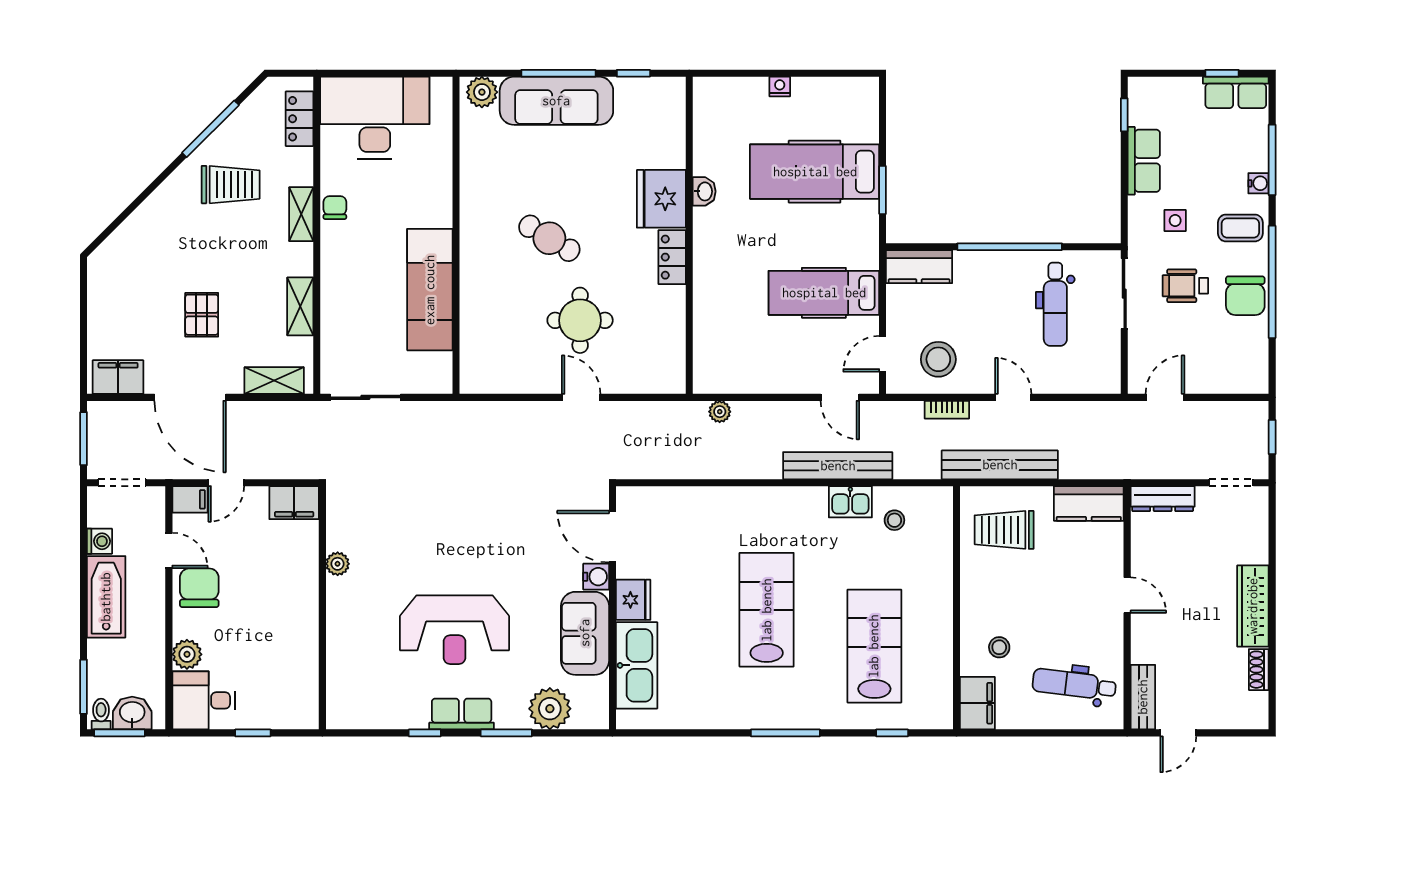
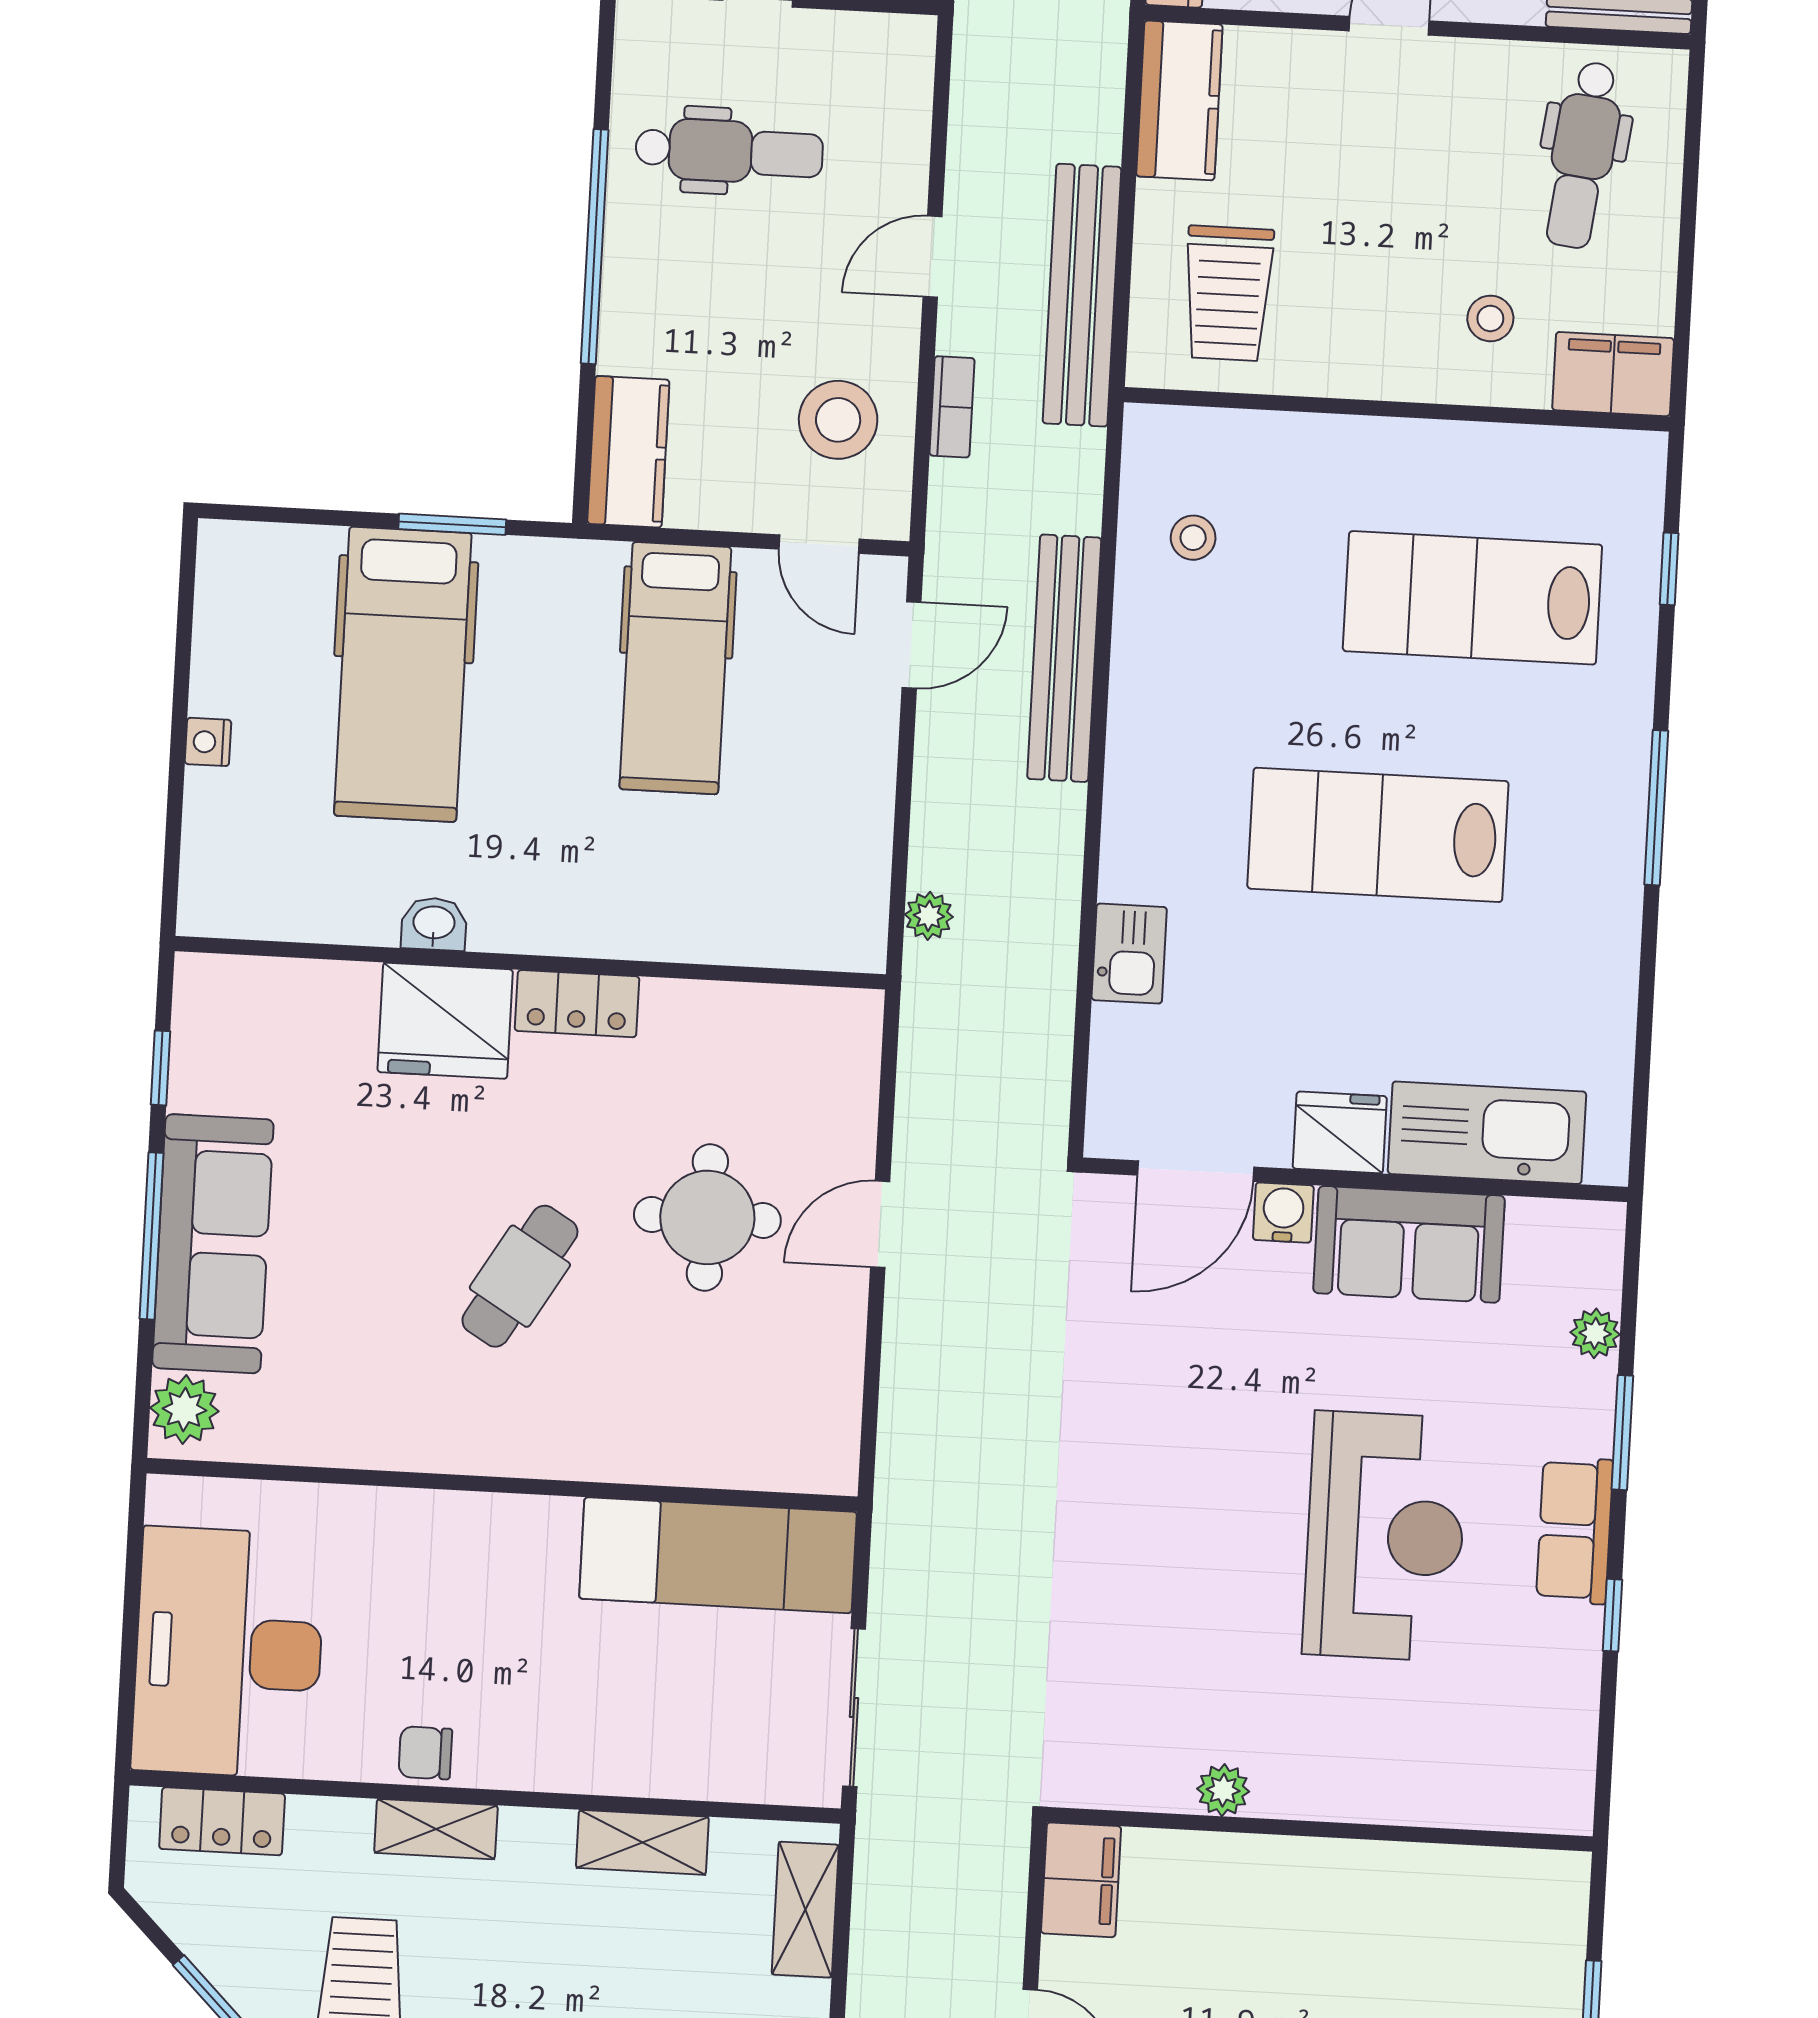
exam couch: (430, 290) -> (718, 1555), moved
kitchen sink: (850, 502) -> (1129, 954), moved
plant: (550, 709) -> (1595, 1333), width x0.53, depth x0.53

